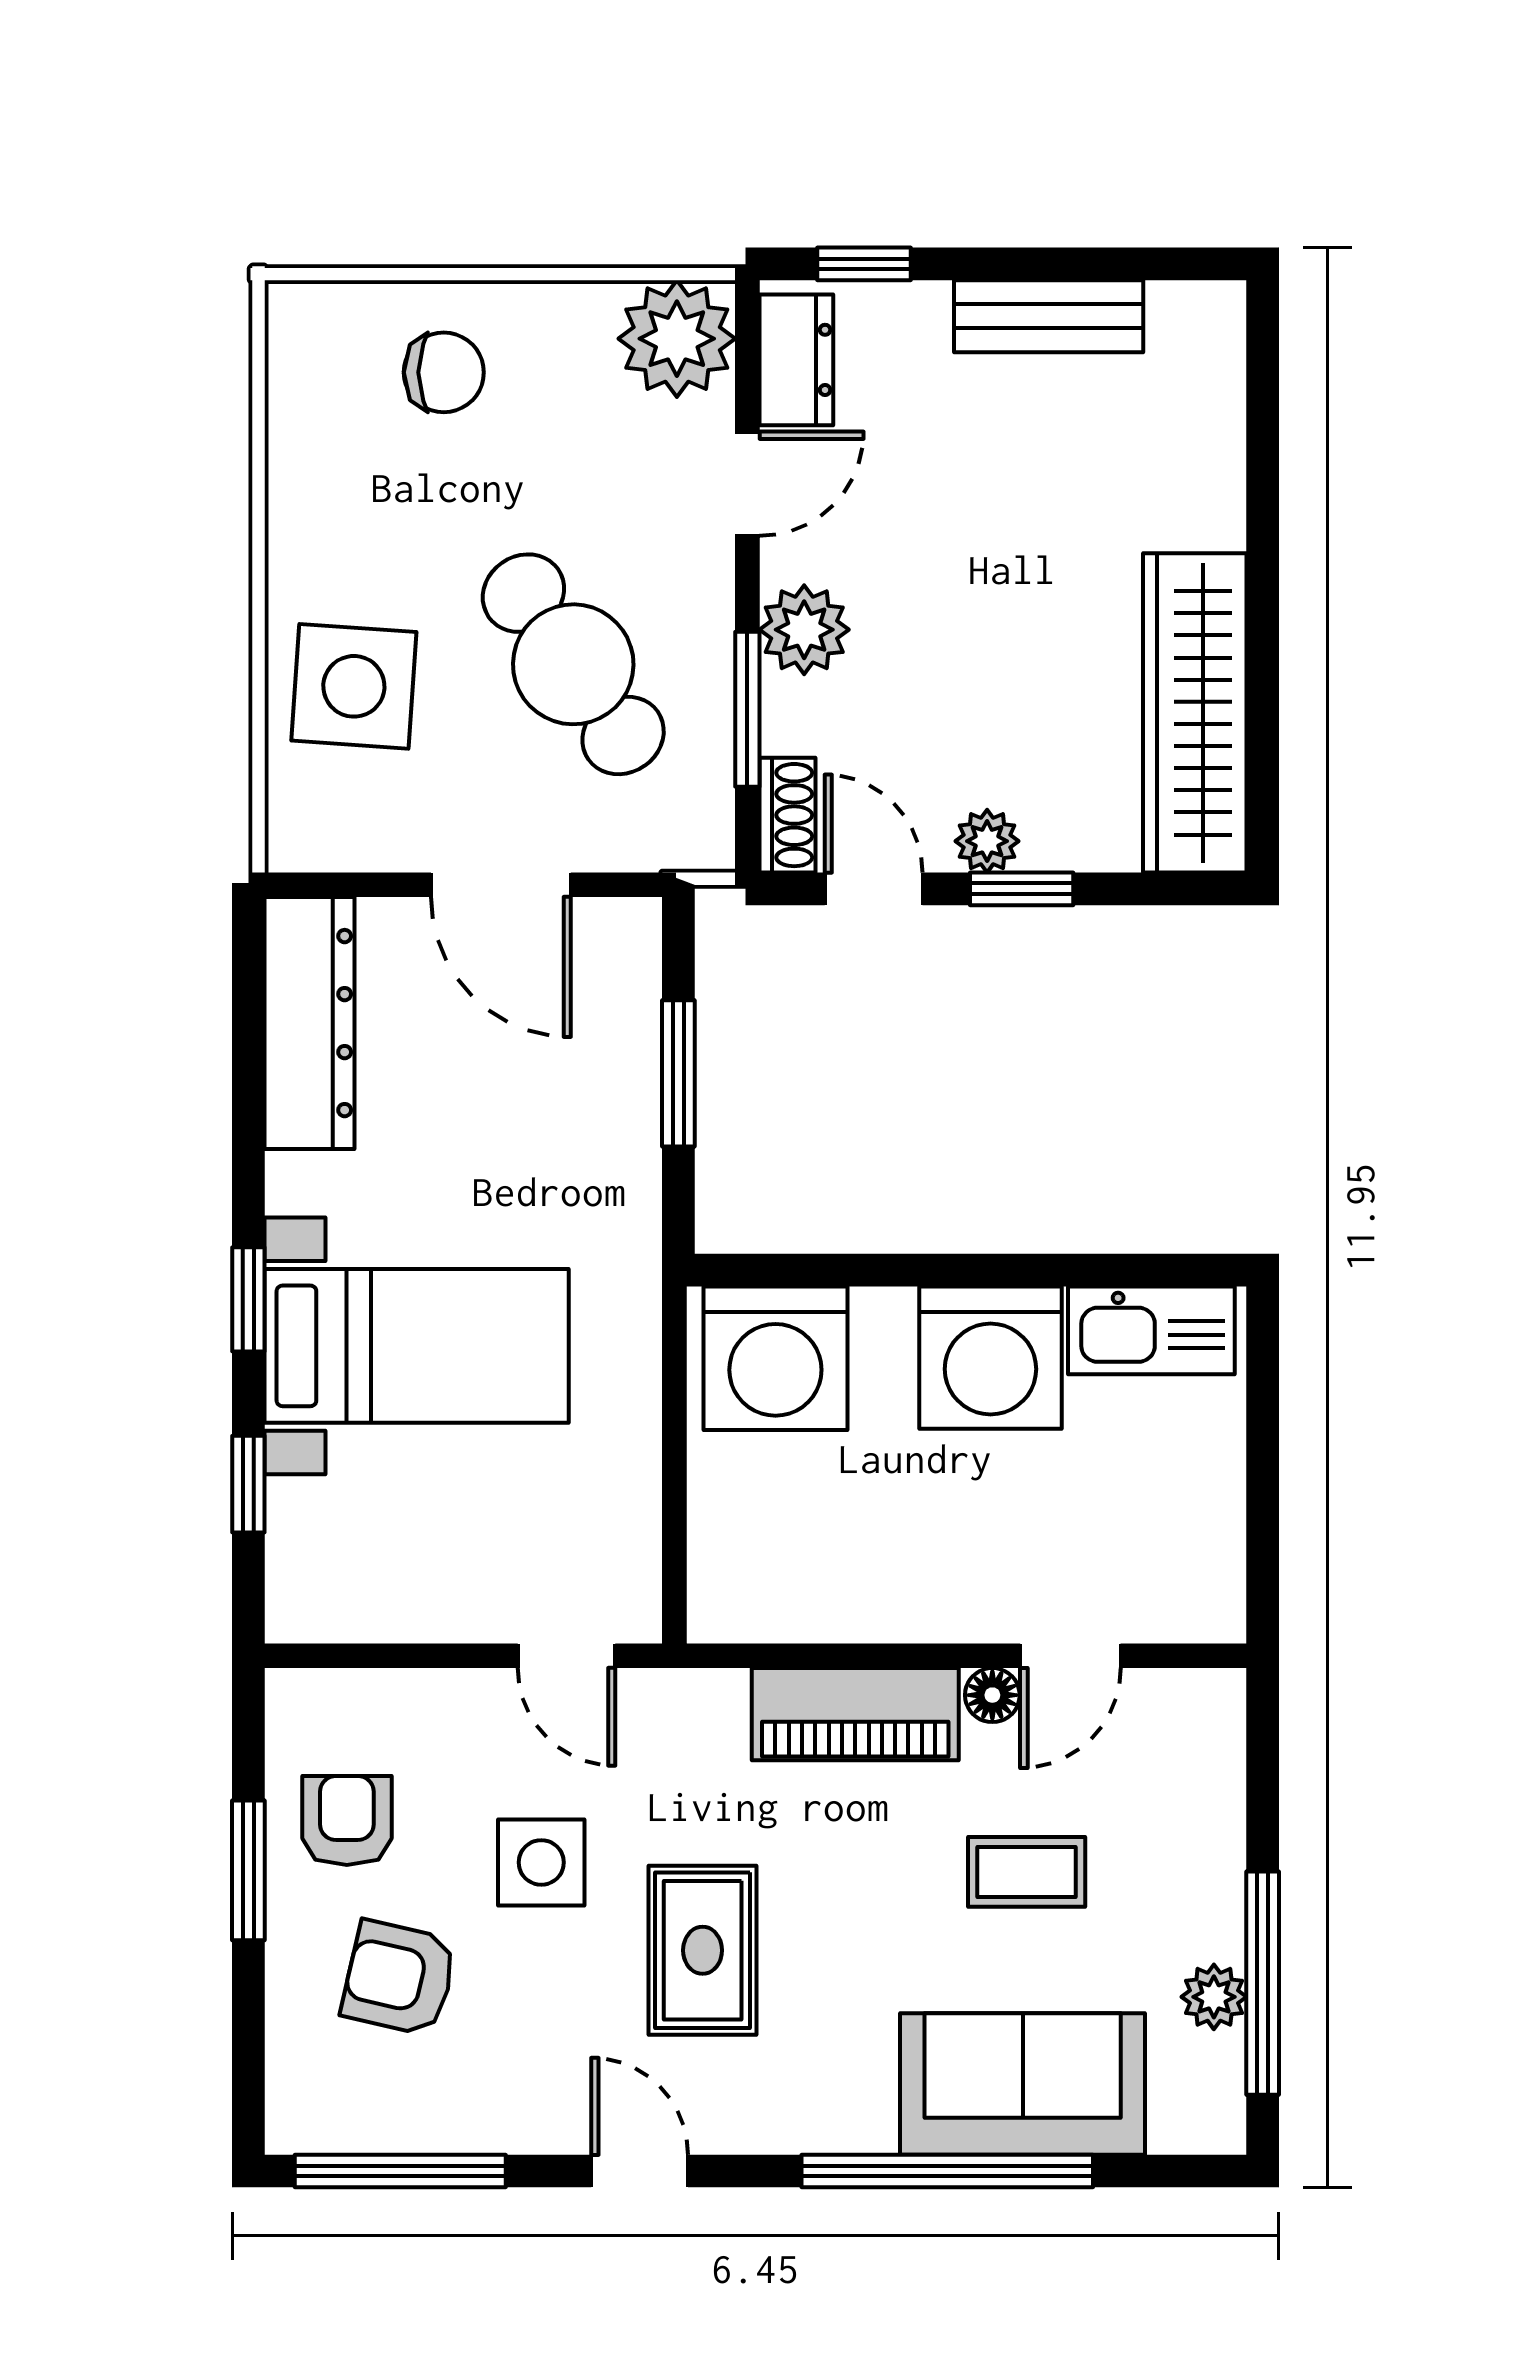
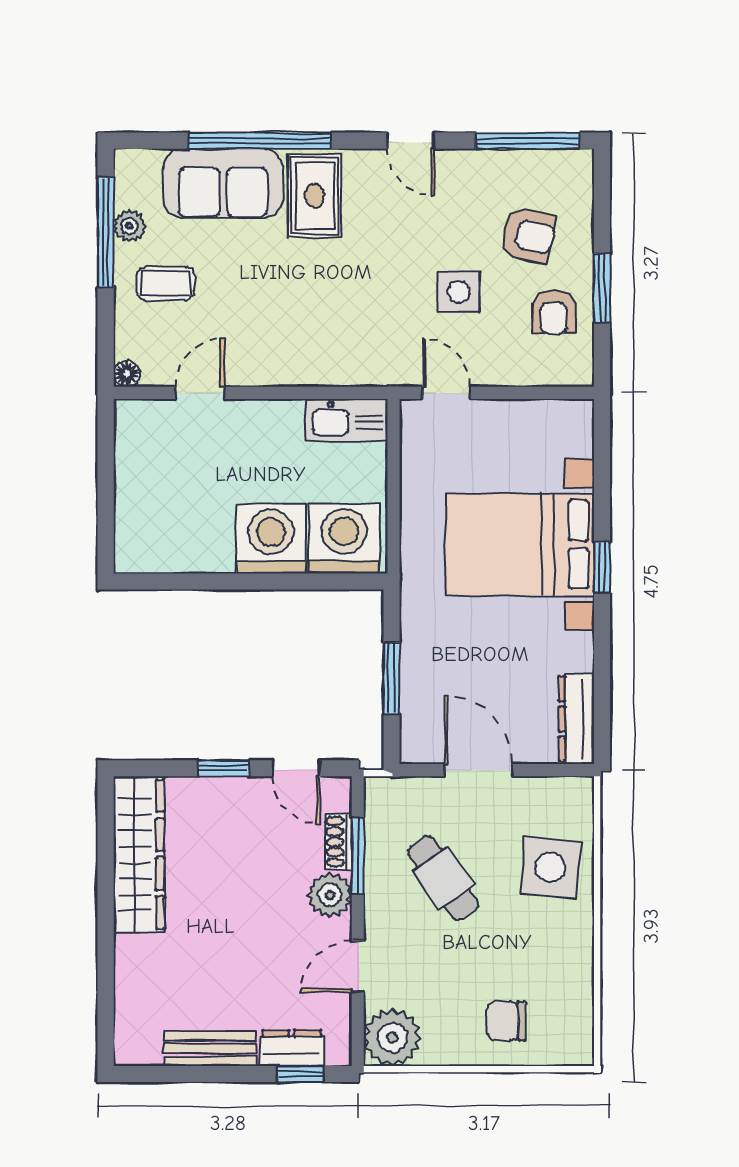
dresser: (796, 360) -> (292, 1048), moved, turned 90
cafe table: (573, 664) -> (443, 878), width x0.73, depth x0.74
shoe rack: (787, 815) -> (338, 842), moved
plant: (987, 841) -> (241, 792), removed
dresser: (310, 1023) -> (576, 719), width x0.73, depth x0.80
kitchen sink: (1151, 1330) -> (347, 420), moved, turned 180
bed with nightstands: (417, 1346) -> (520, 545), width x1.36
washing machine: (990, 1358) -> (271, 539), moved
window: (248, 1484) -> (602, 477), removed
floor lamp: (992, 1695) -> (127, 374), moved
piano: (855, 1714) -> (305, 364), removed
coffee table: (1027, 1872) -> (166, 283), moved
rug: (703, 1950) -> (315, 196), moved

